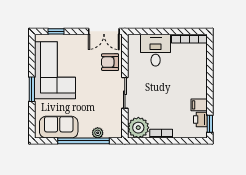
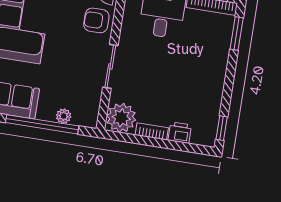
window: (210, 56) -> (237, 34), added
filing cabinet: (199, 105) -> (211, 100), removed
printer: (200, 119) -> (180, 133), moved, turned 90

